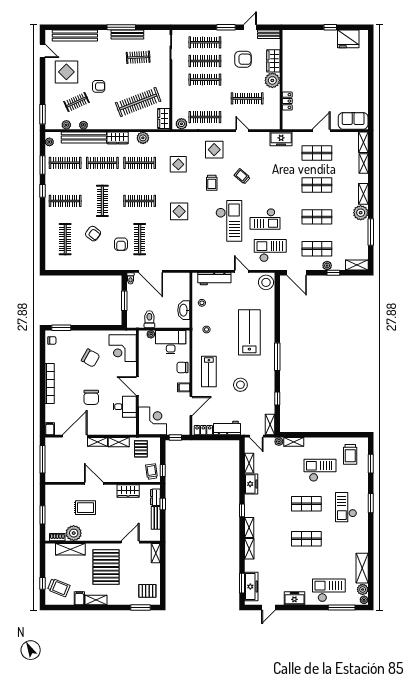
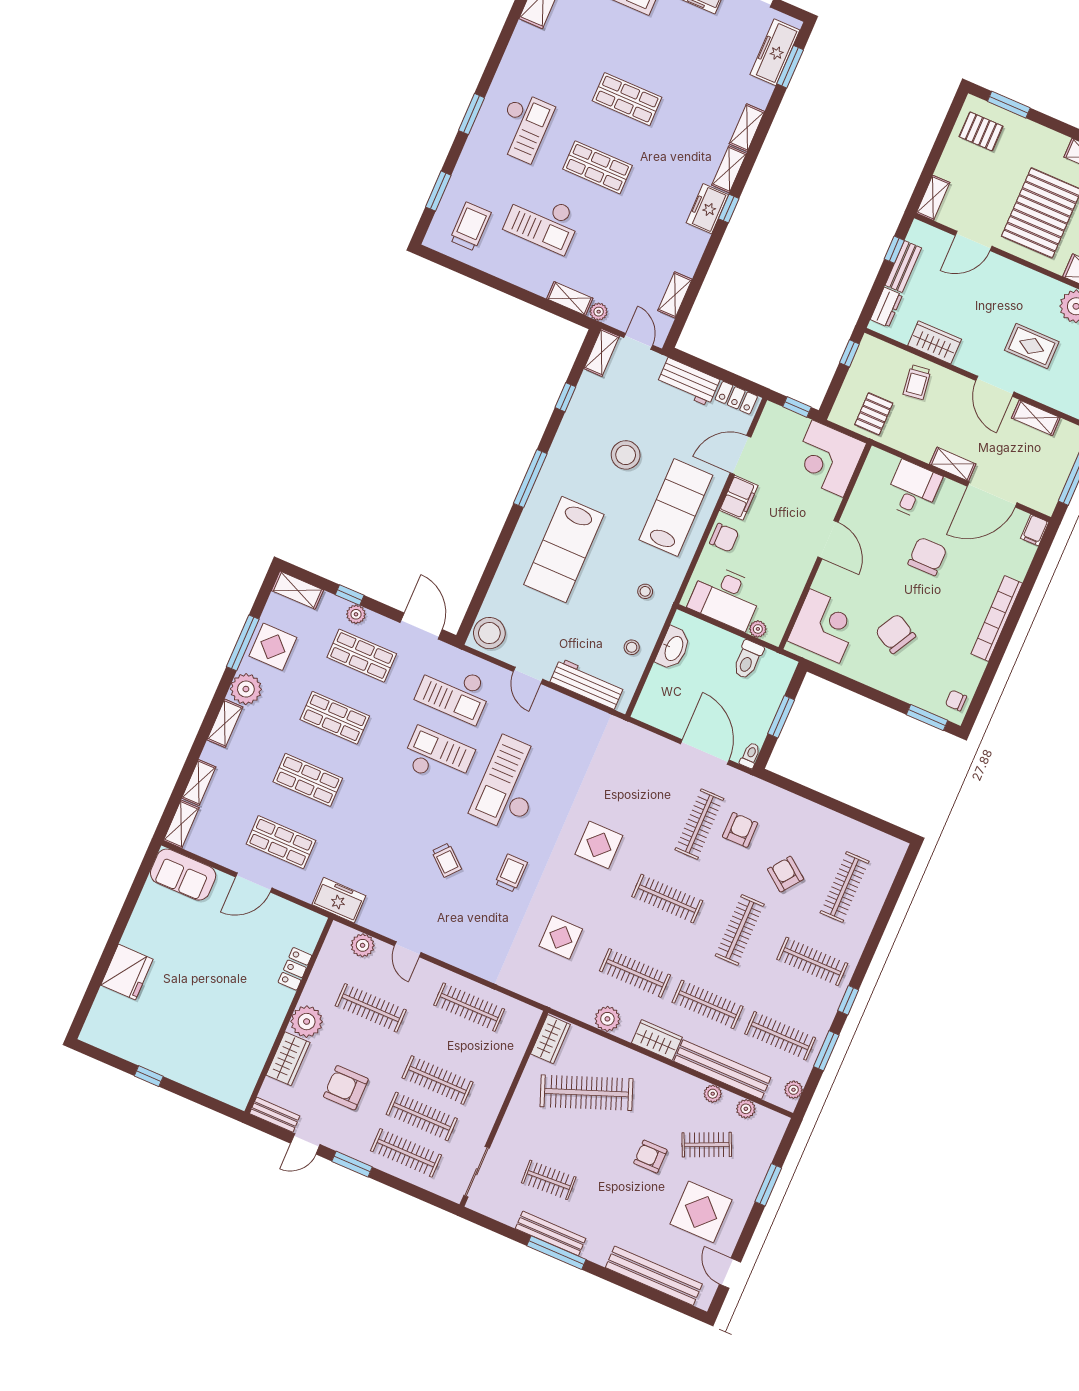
fridge: (348, 39) -> (127, 972), moved, turned 90
window: (42, 114) -> (768, 1185), moved
plant: (181, 124) -> (363, 945), moved
display table: (214, 150) -> (273, 647), moved
lab bench: (209, 371) -> (676, 507), width x1.36, depth x1.39
filing cabinet: (184, 387) -> (739, 498), width x2.00
desk: (125, 407) -> (913, 490), moved, turned 90
shelving: (119, 442) -> (1036, 418), moved
trolley: (151, 472) -> (917, 382), moved
freezer: (251, 484) -> (707, 209), moved
window: (163, 504) -> (894, 250), moved

